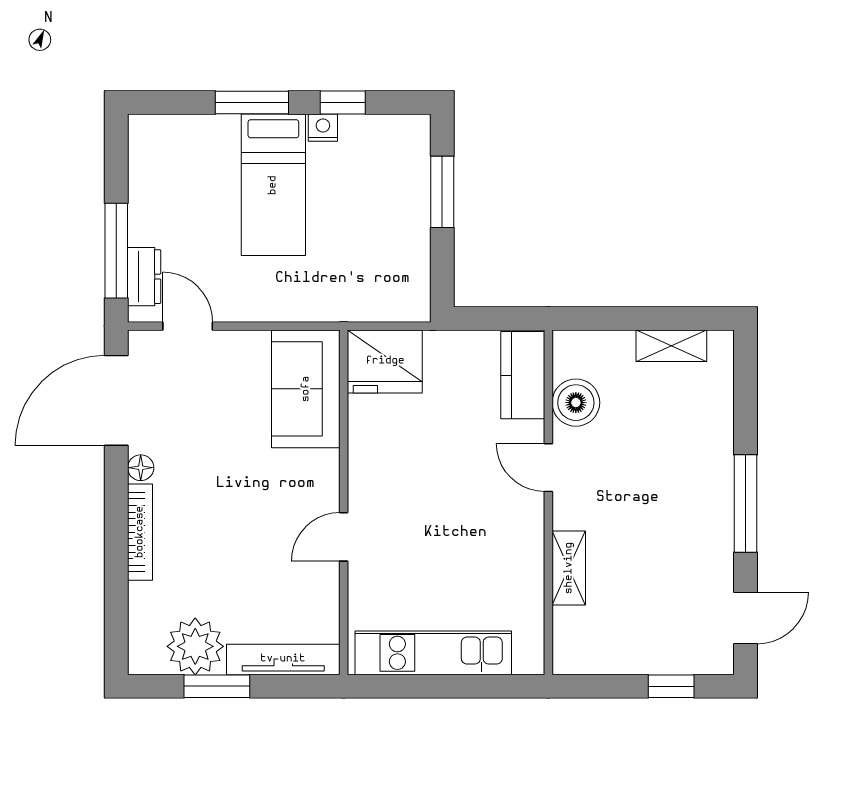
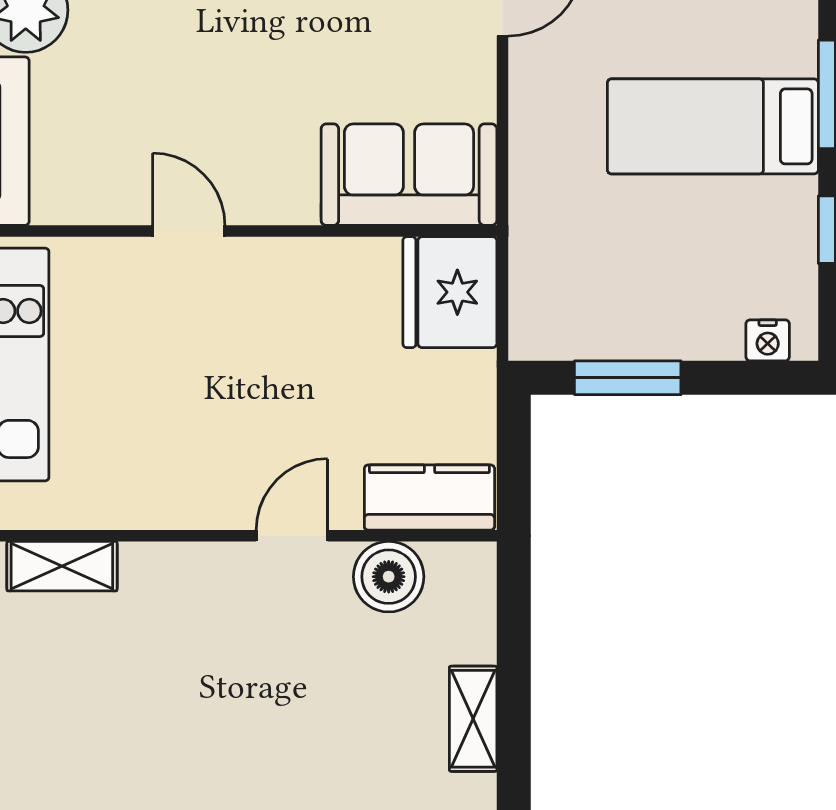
nightstand: (323, 128) -> (768, 340), moved, turned 90
window: (442, 192) -> (628, 378), moved
shelving: (569, 568) -> (62, 566), moved

